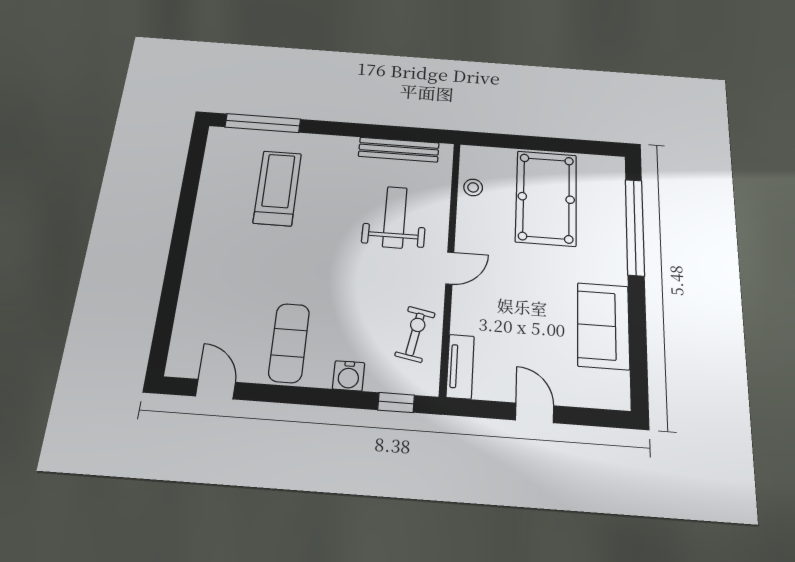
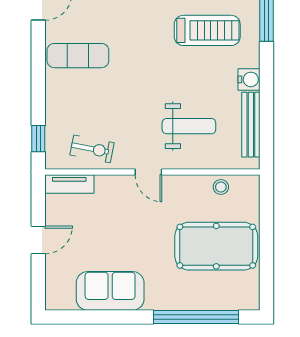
water cooler: (349, 376) -> (249, 79), moved, turned 180

